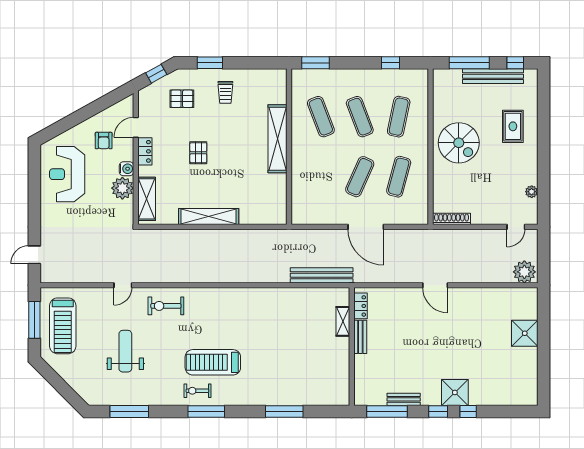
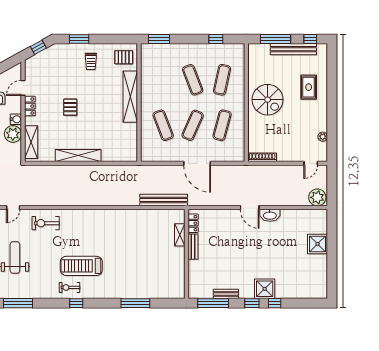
pallet: (182, 99) -> (124, 57), moved
exercise mat: (321, 117) -> (163, 125), moved
washbasin: (462, 295) -> (270, 215), added
window: (206, 411) -> (76, 303), width x0.46

